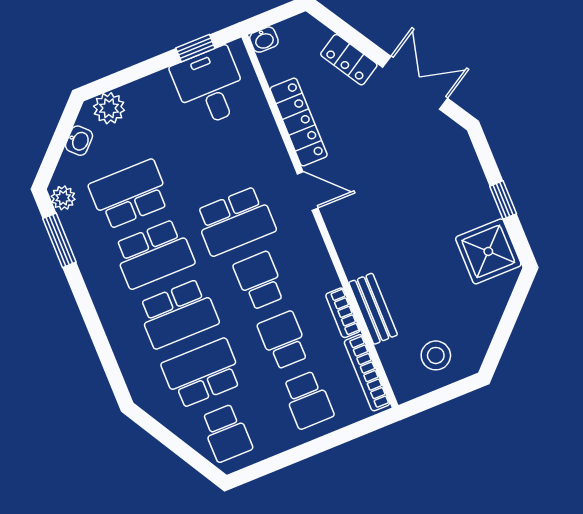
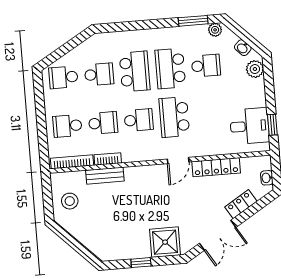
washbasin: (264, 40) -> (267, 178), moved
school desk: (129, 194) -> (206, 66), width x0.54
shower: (488, 251) -> (165, 242), moved
school desk: (178, 314) -> (135, 71), turned 180
school desk: (202, 373) -> (99, 74), width x0.54

